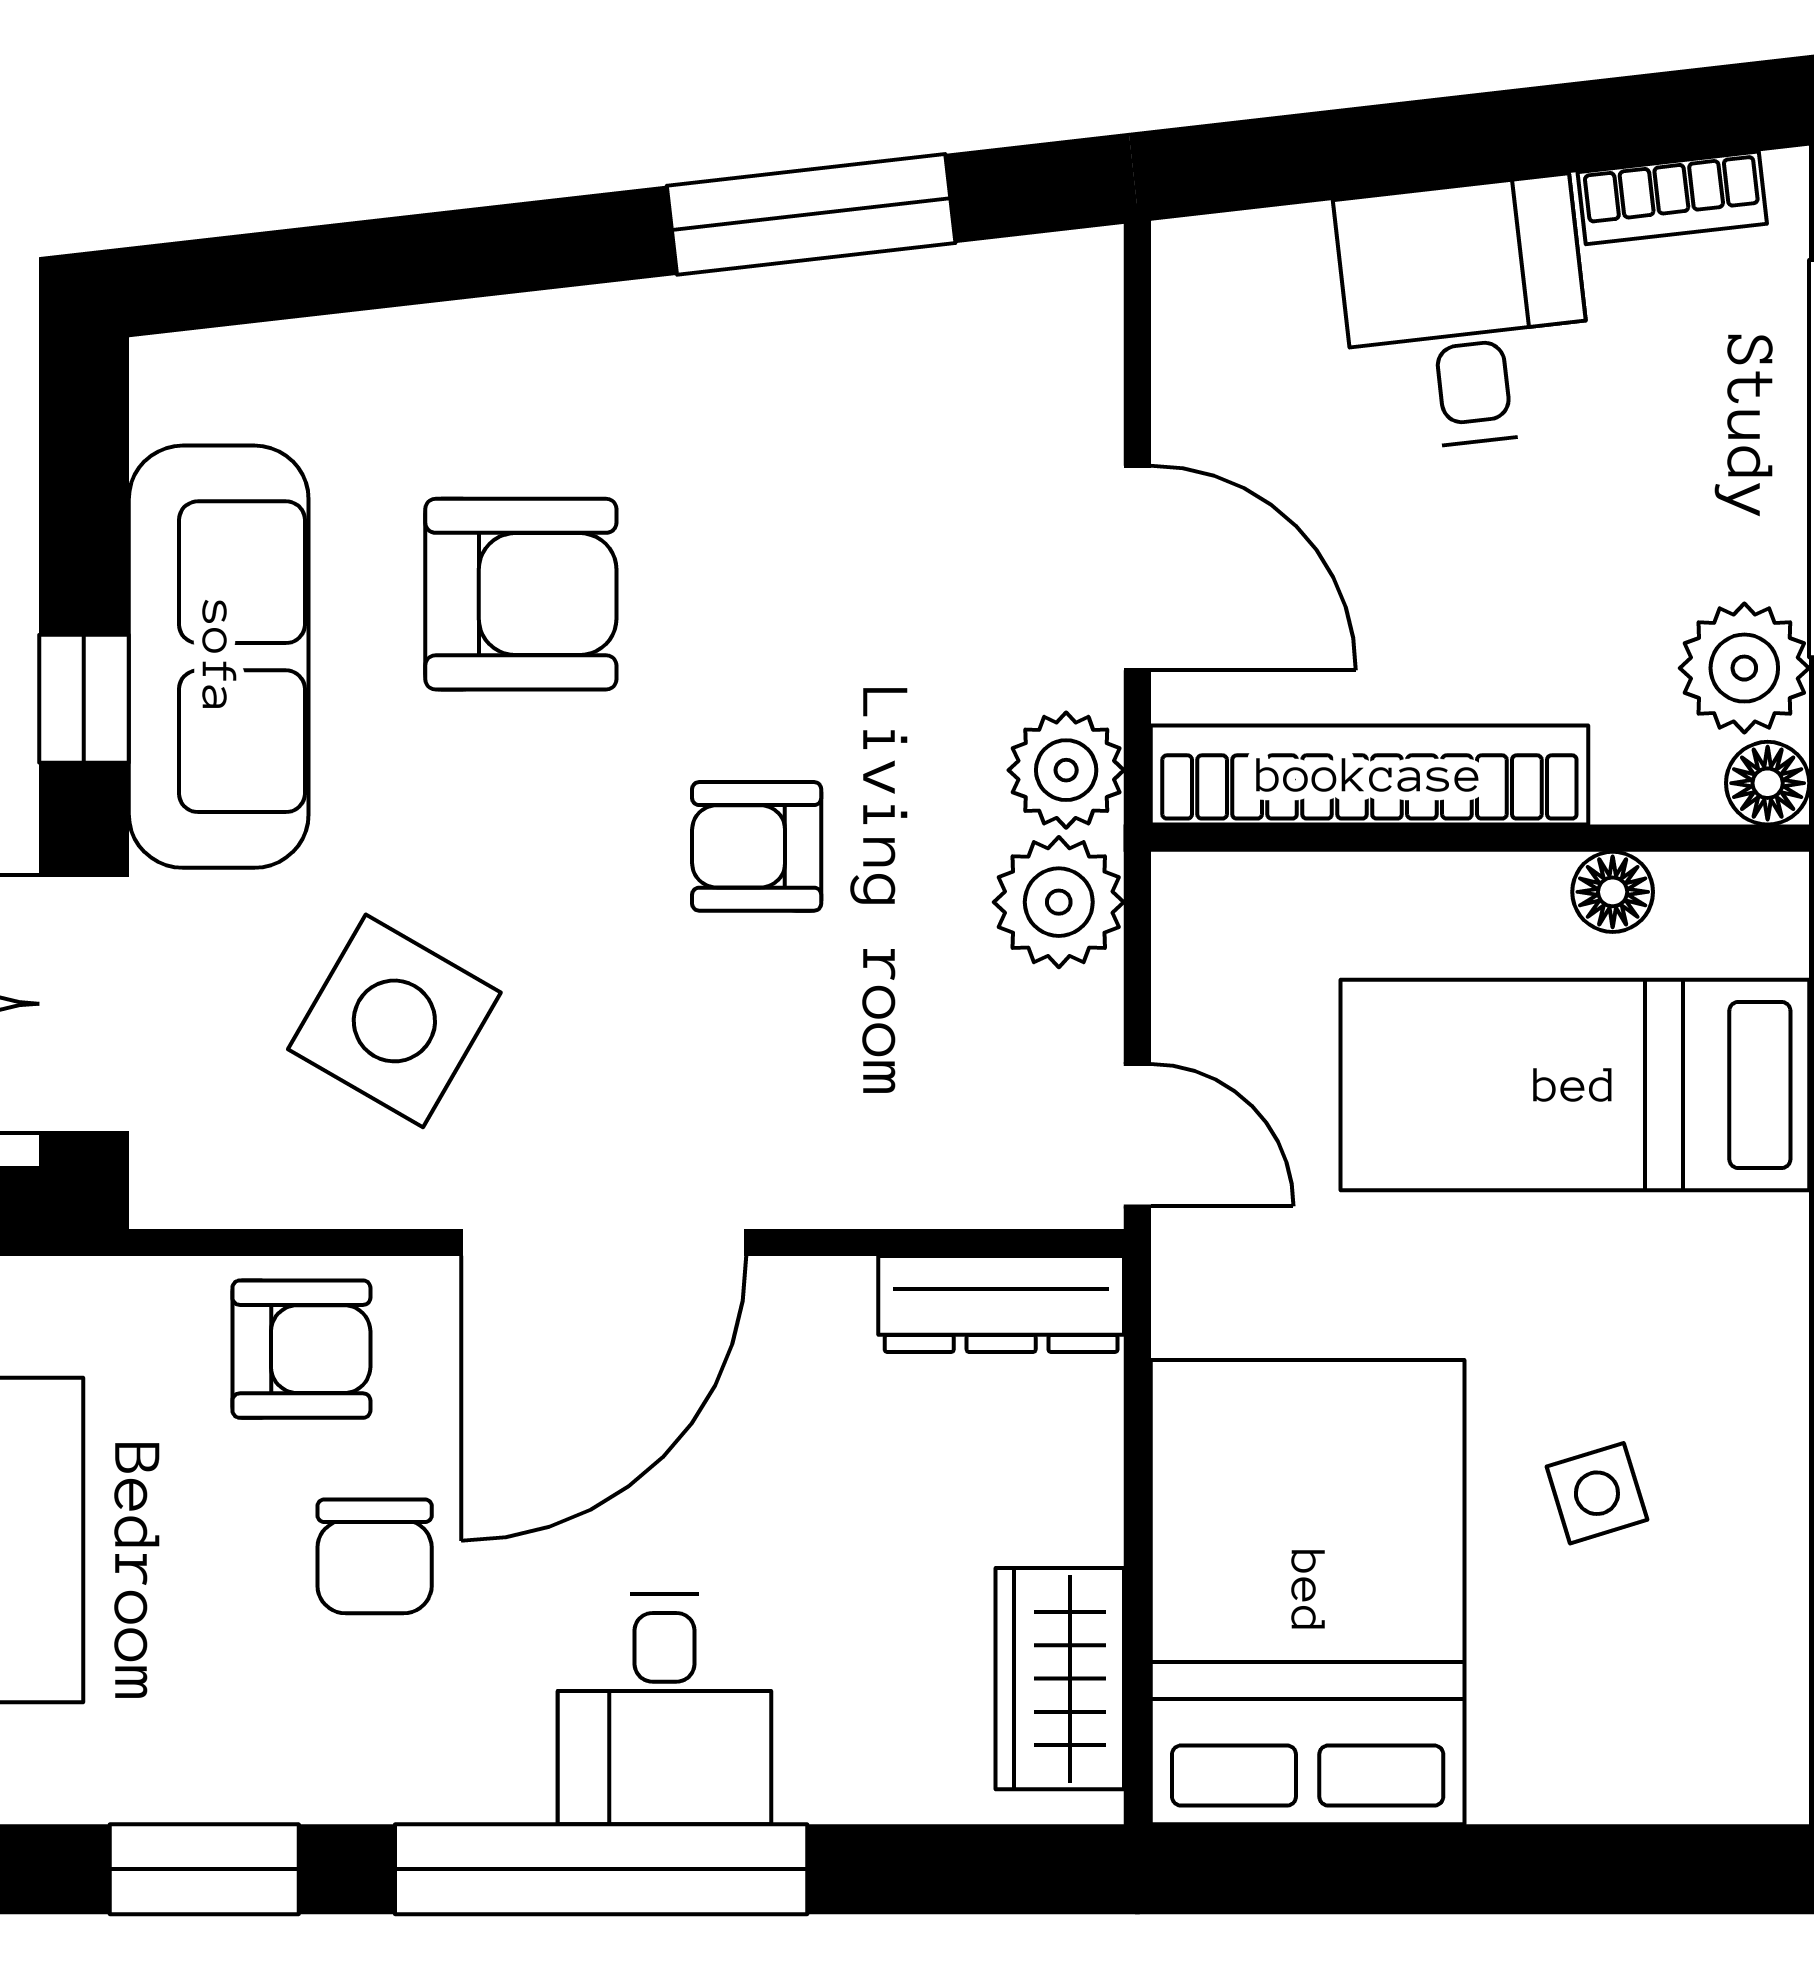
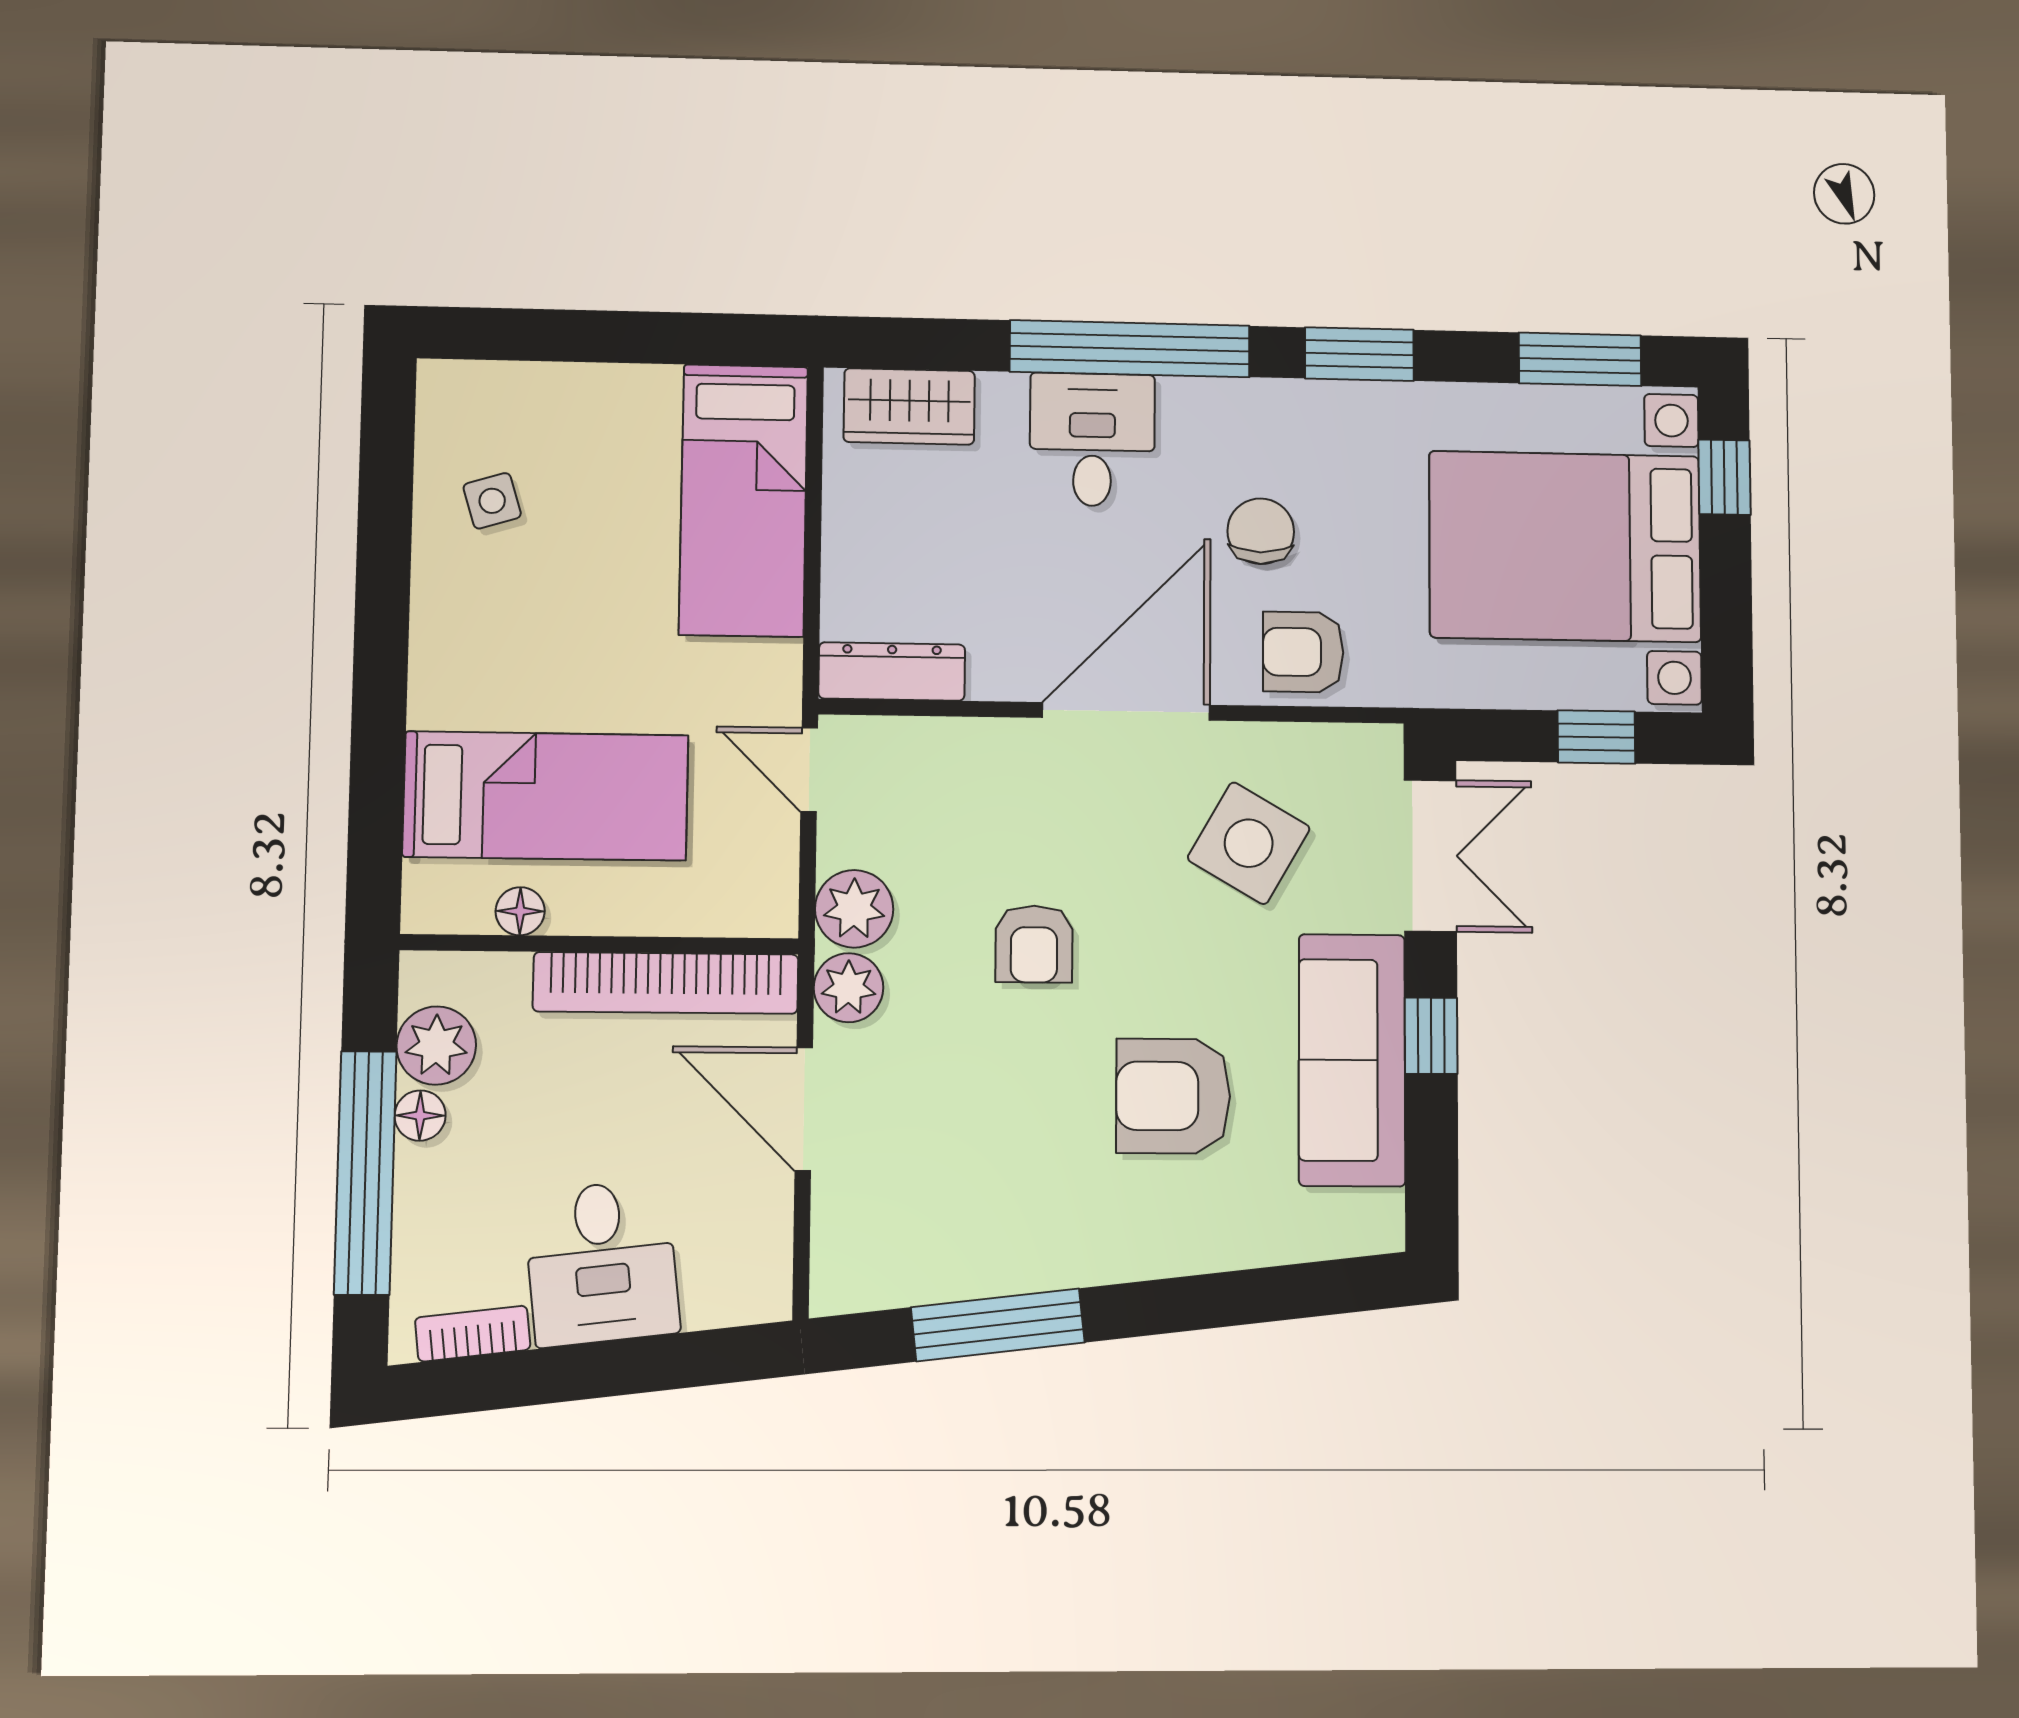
floor lamp: (1768, 783) -> (420, 1116), moved
armchair: (757, 846) -> (1034, 944), turned 90
side table: (1597, 1493) -> (492, 501), moved
bed: (1308, 1592) -> (744, 500), width x0.67
wardrobe: (1060, 1679) -> (909, 406), moved, turned 90

